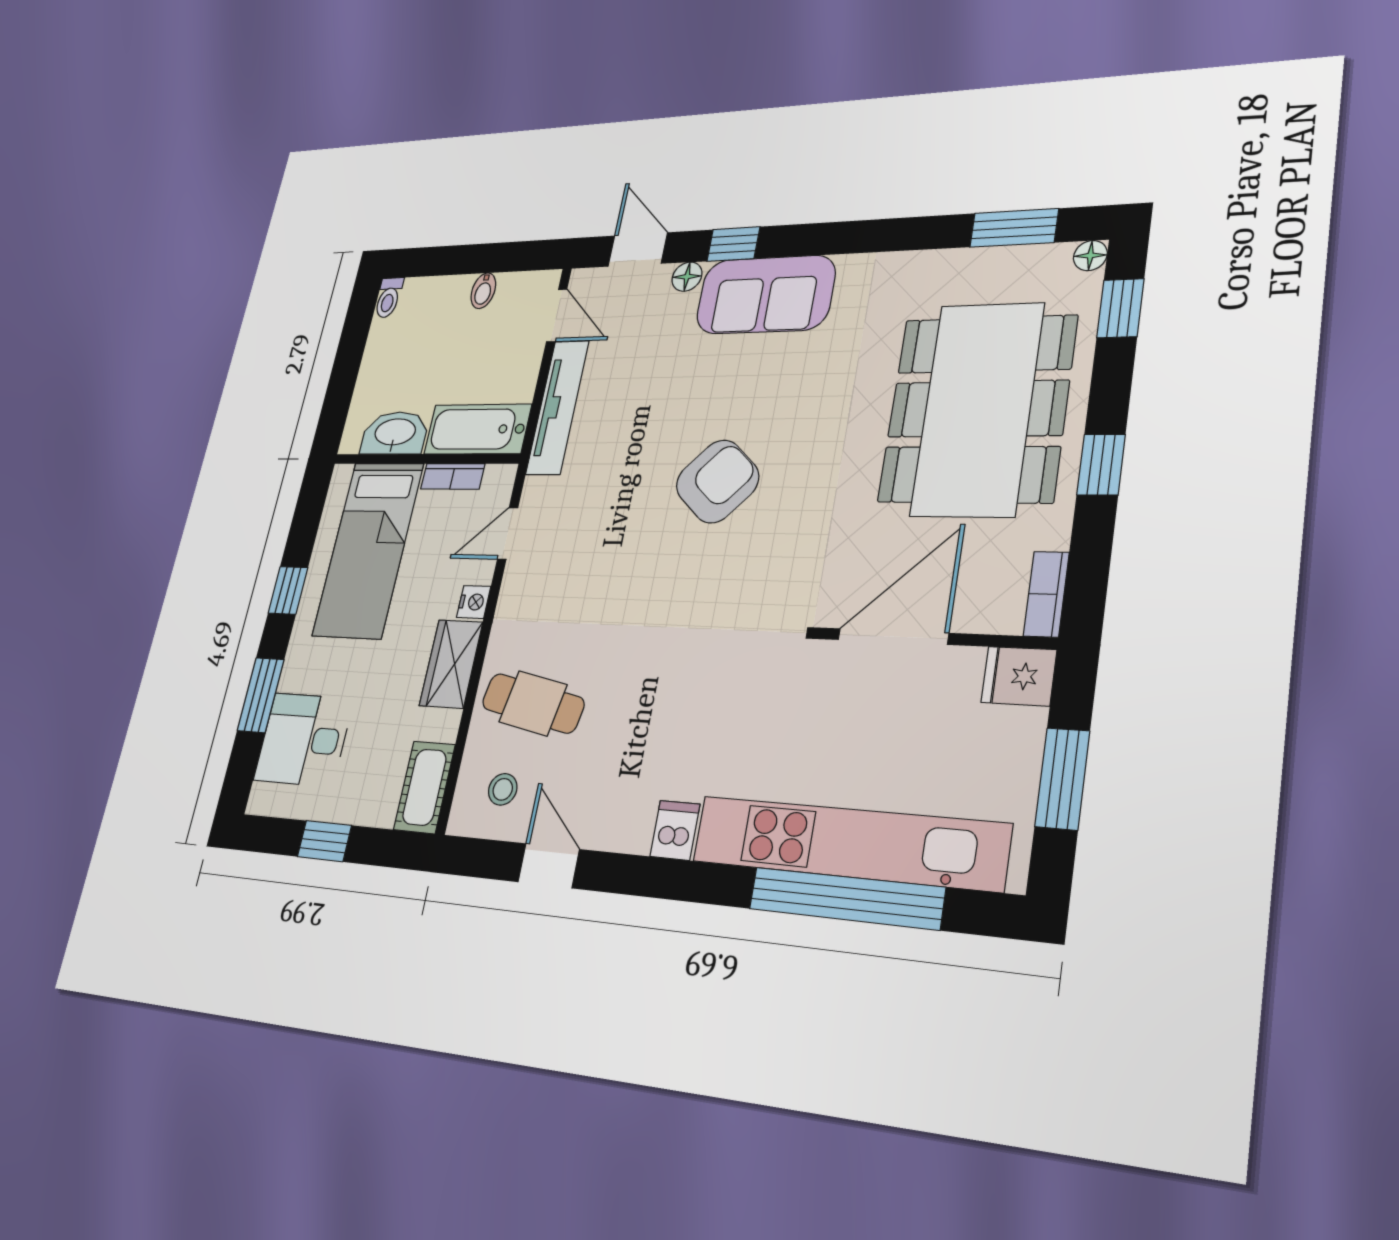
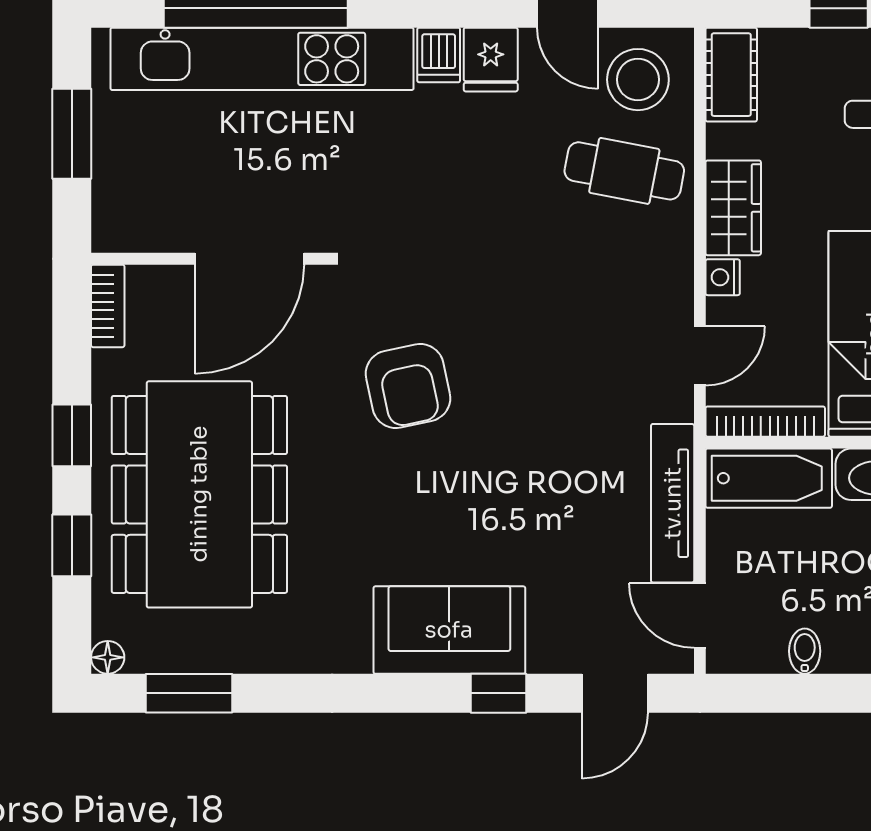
door: (638, 250) -> (615, 693), hinge flipped
floor lamp: (687, 277) -> (547, 656), removed
window: (1120, 308) -> (72, 545), moved
bookcase: (453, 476) -> (765, 422), width x1.56
armchair: (717, 481) -> (408, 386), moved, turned -54
fridge: (1019, 676) -> (491, 60), moved, turned 90
stool: (503, 789) -> (638, 80), width x1.89, depth x1.89

